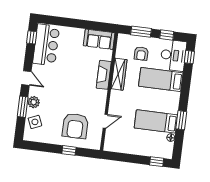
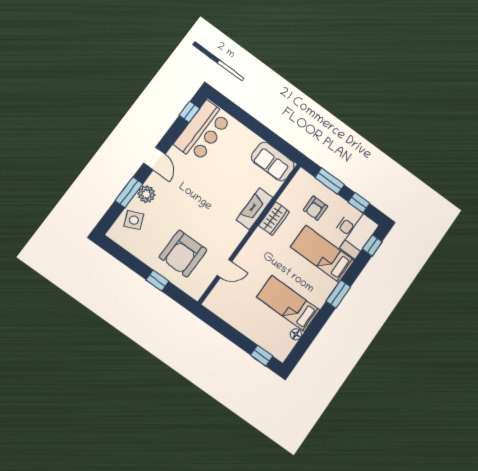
wardrobe: (119, 74) -> (274, 219), width x0.67
window: (181, 120) -> (338, 294), moved

